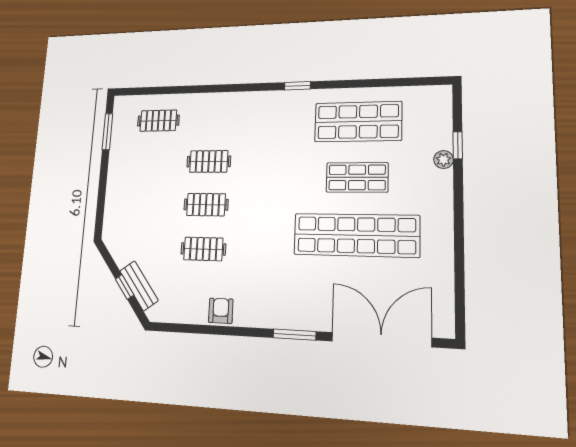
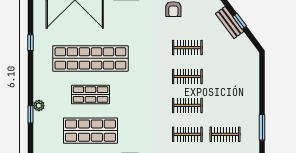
clothes rail: (211, 119) -> (187, 134), added
window: (459, 264) -> (31, 43), added

